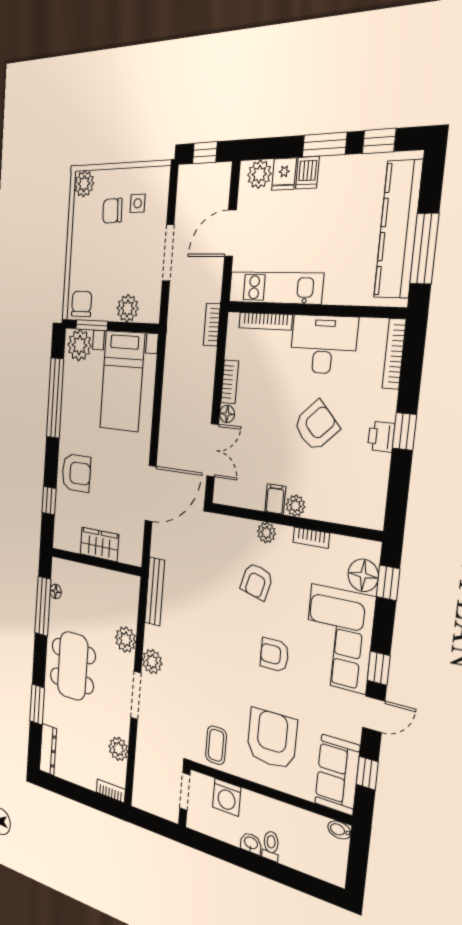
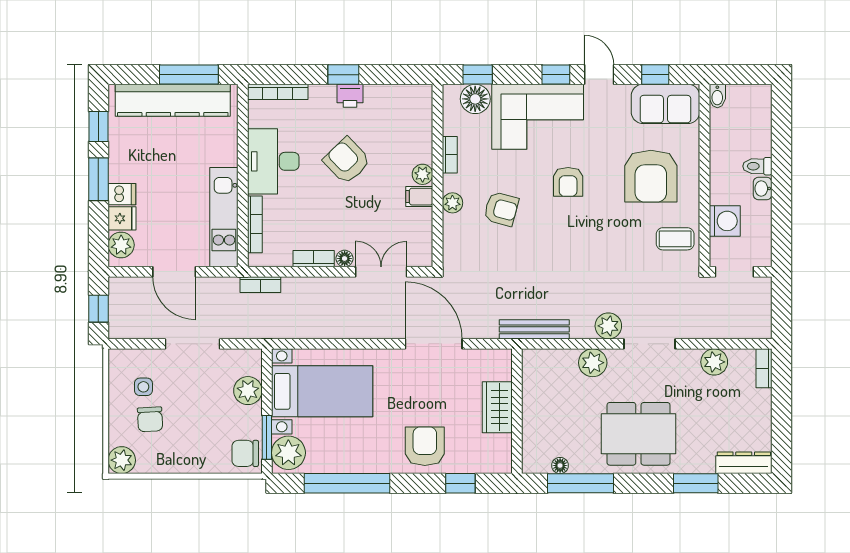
armchair: (272, 739) -> (651, 176), turned -90

